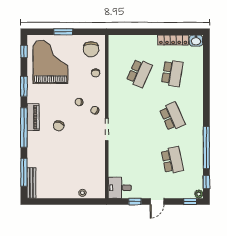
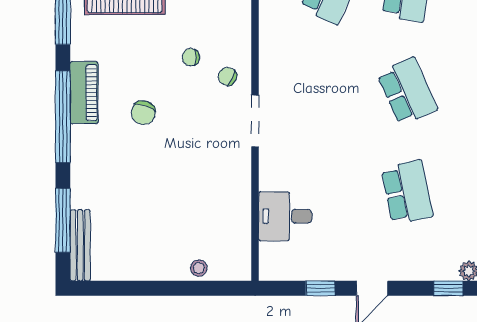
desk: (120, 188) -> (285, 216), moved

